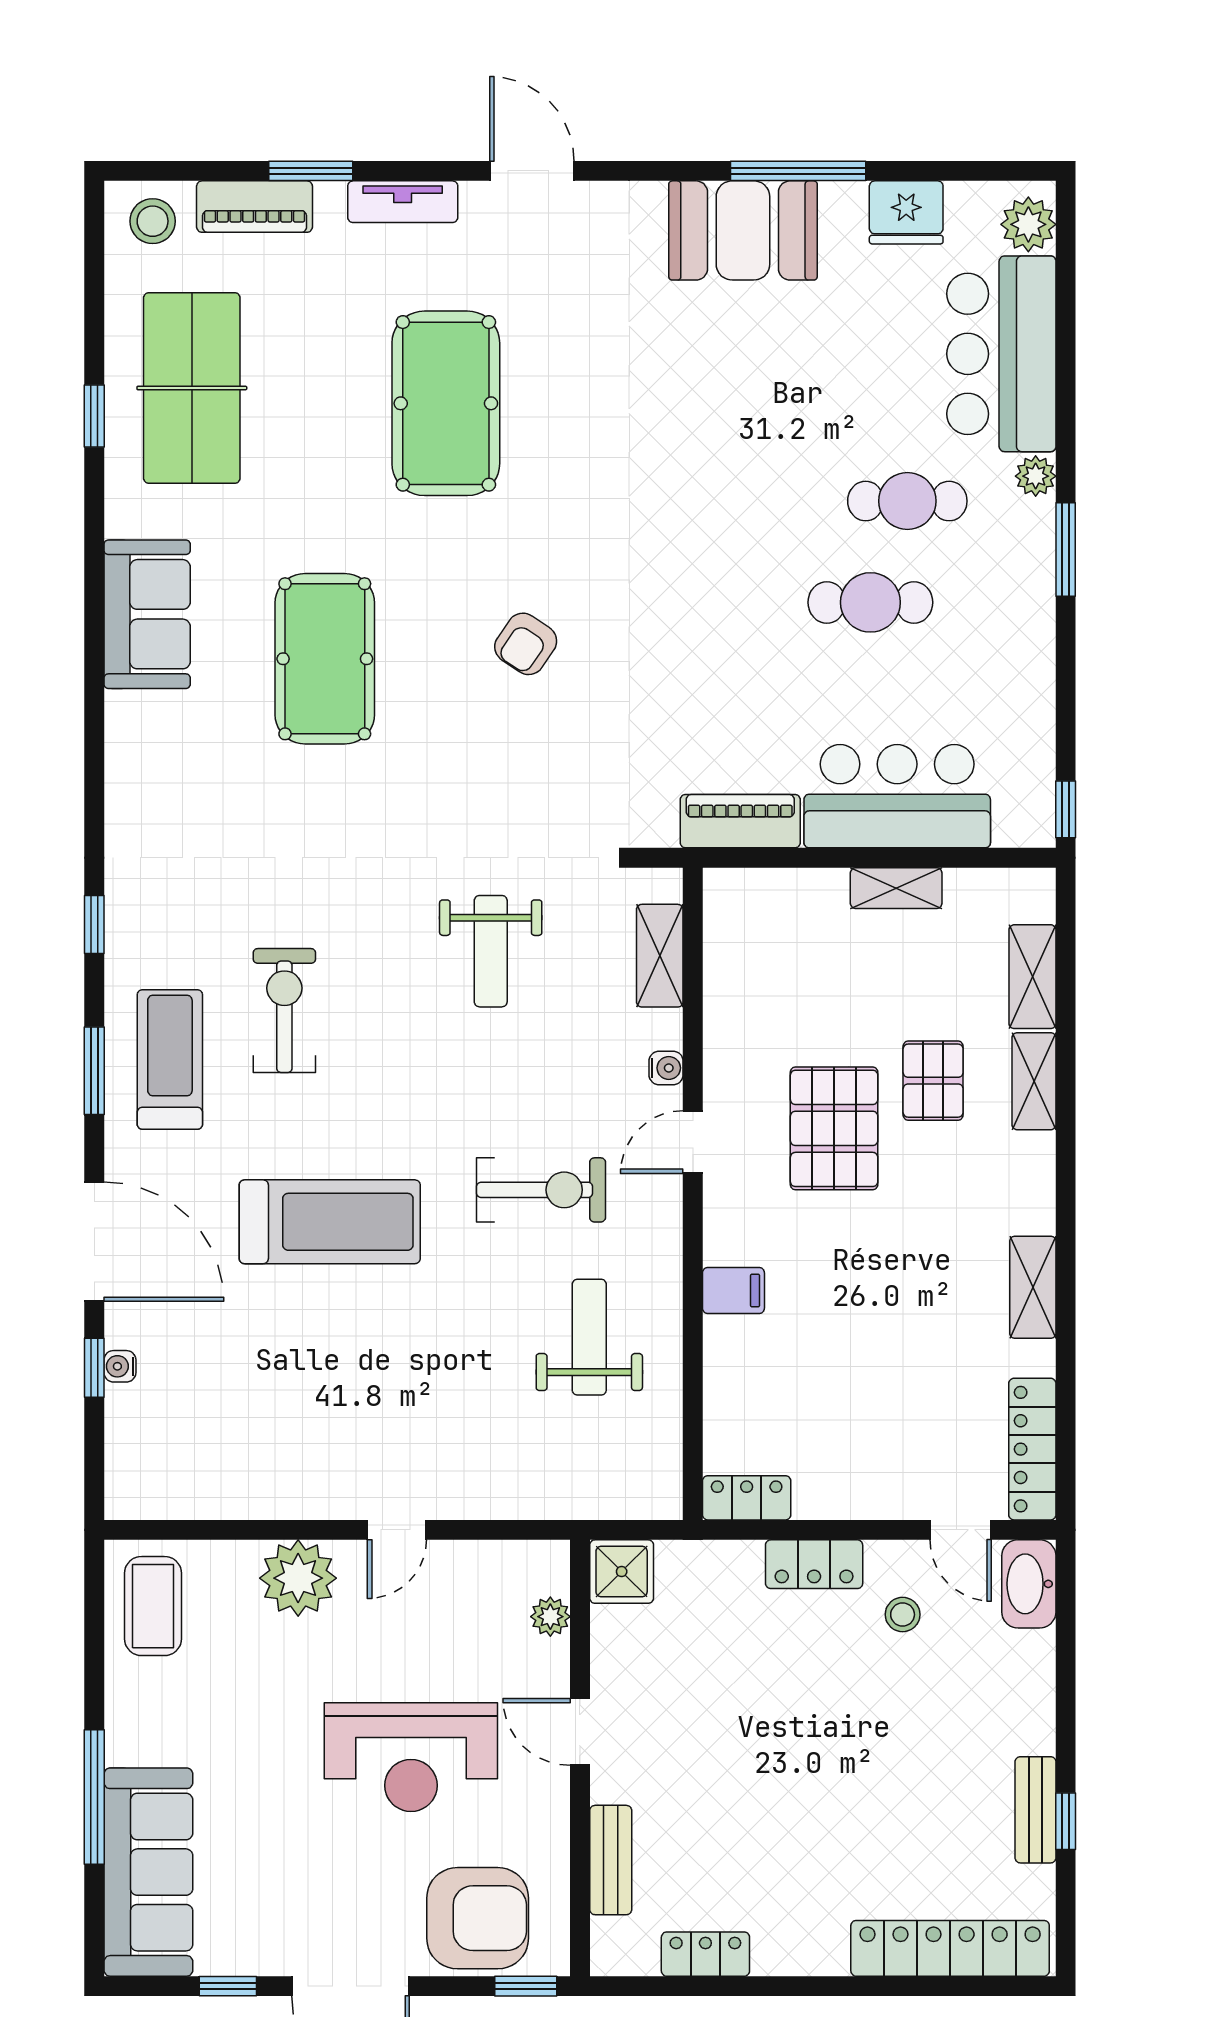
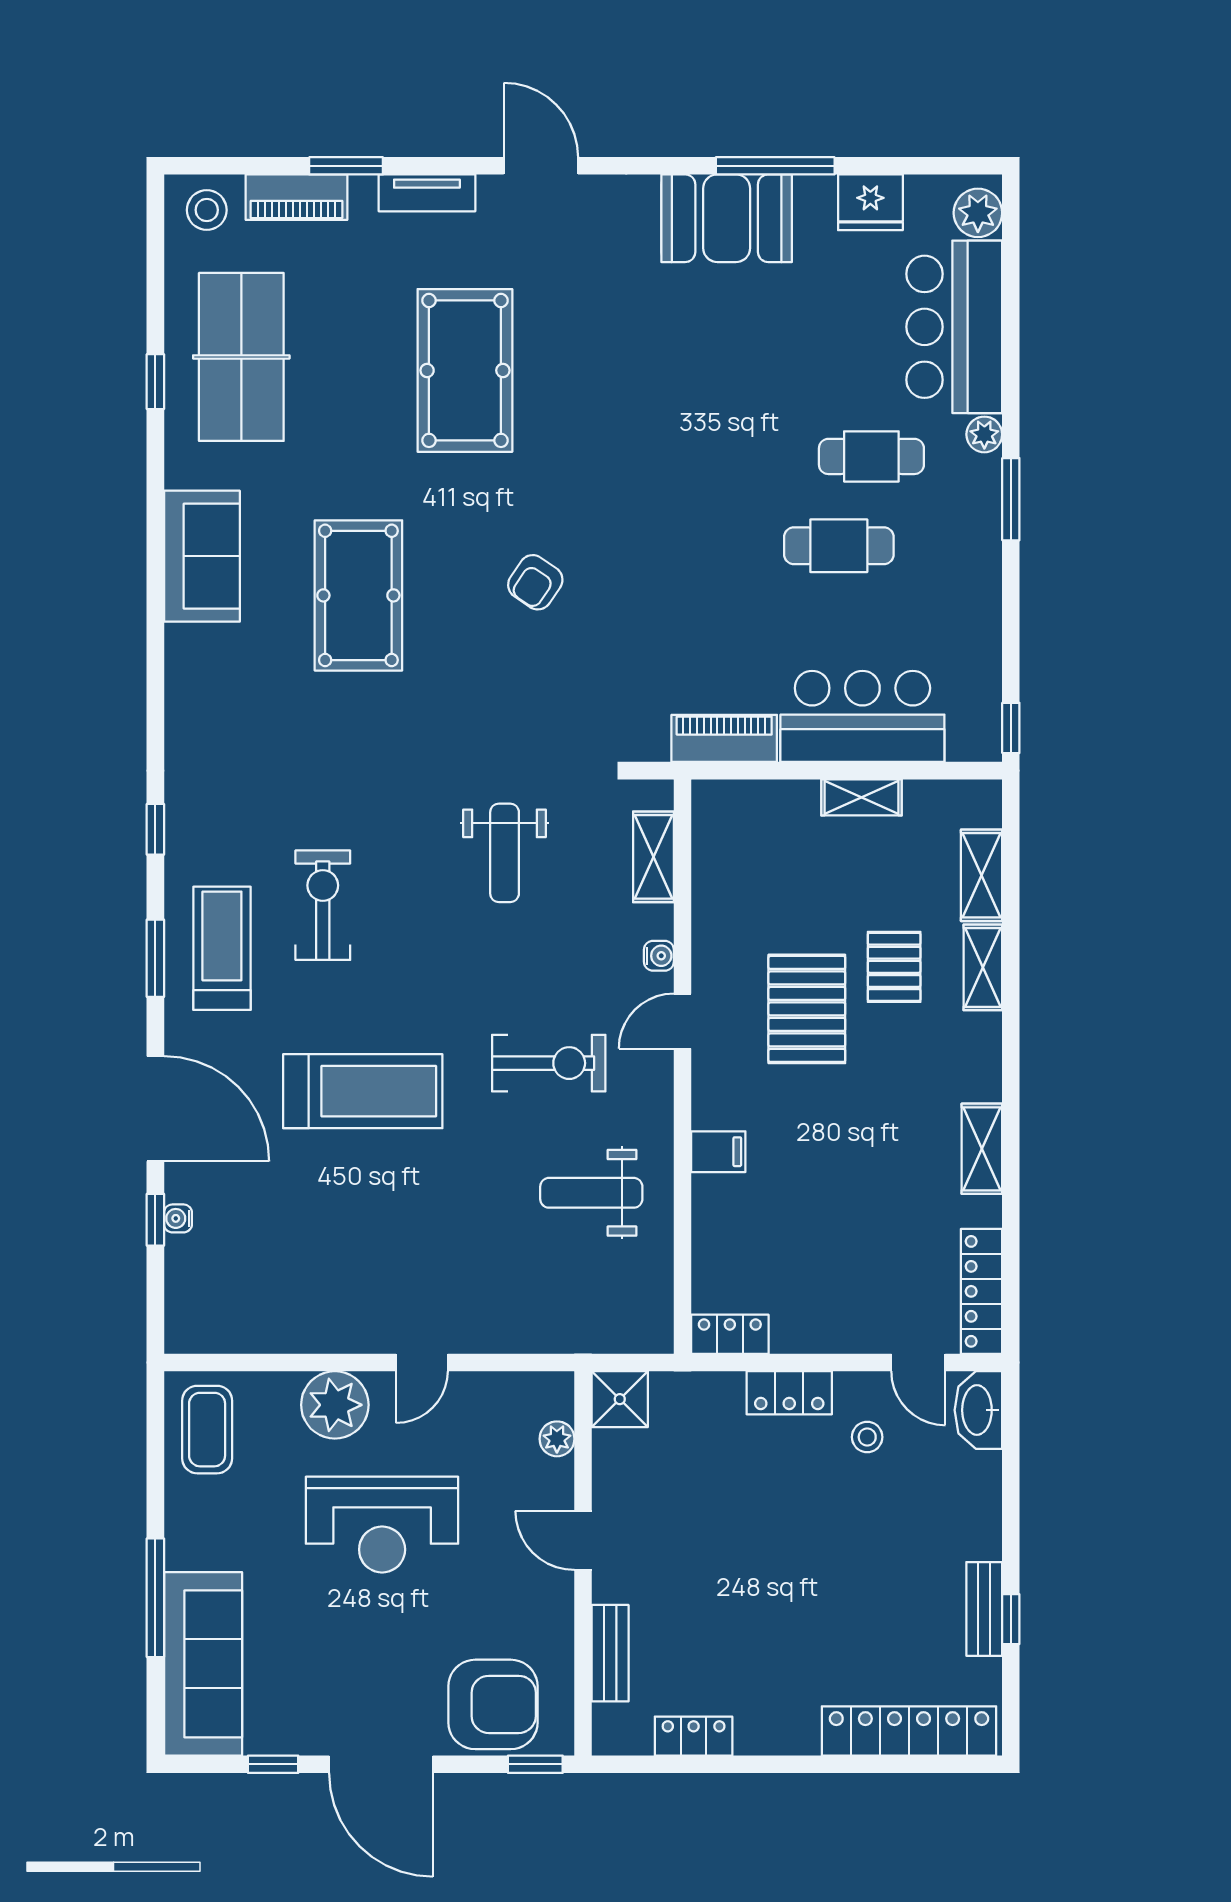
weight bench: (589, 1337) -> (591, 1193), turned -90
reception desk: (411, 1757) -> (382, 1525), moved

